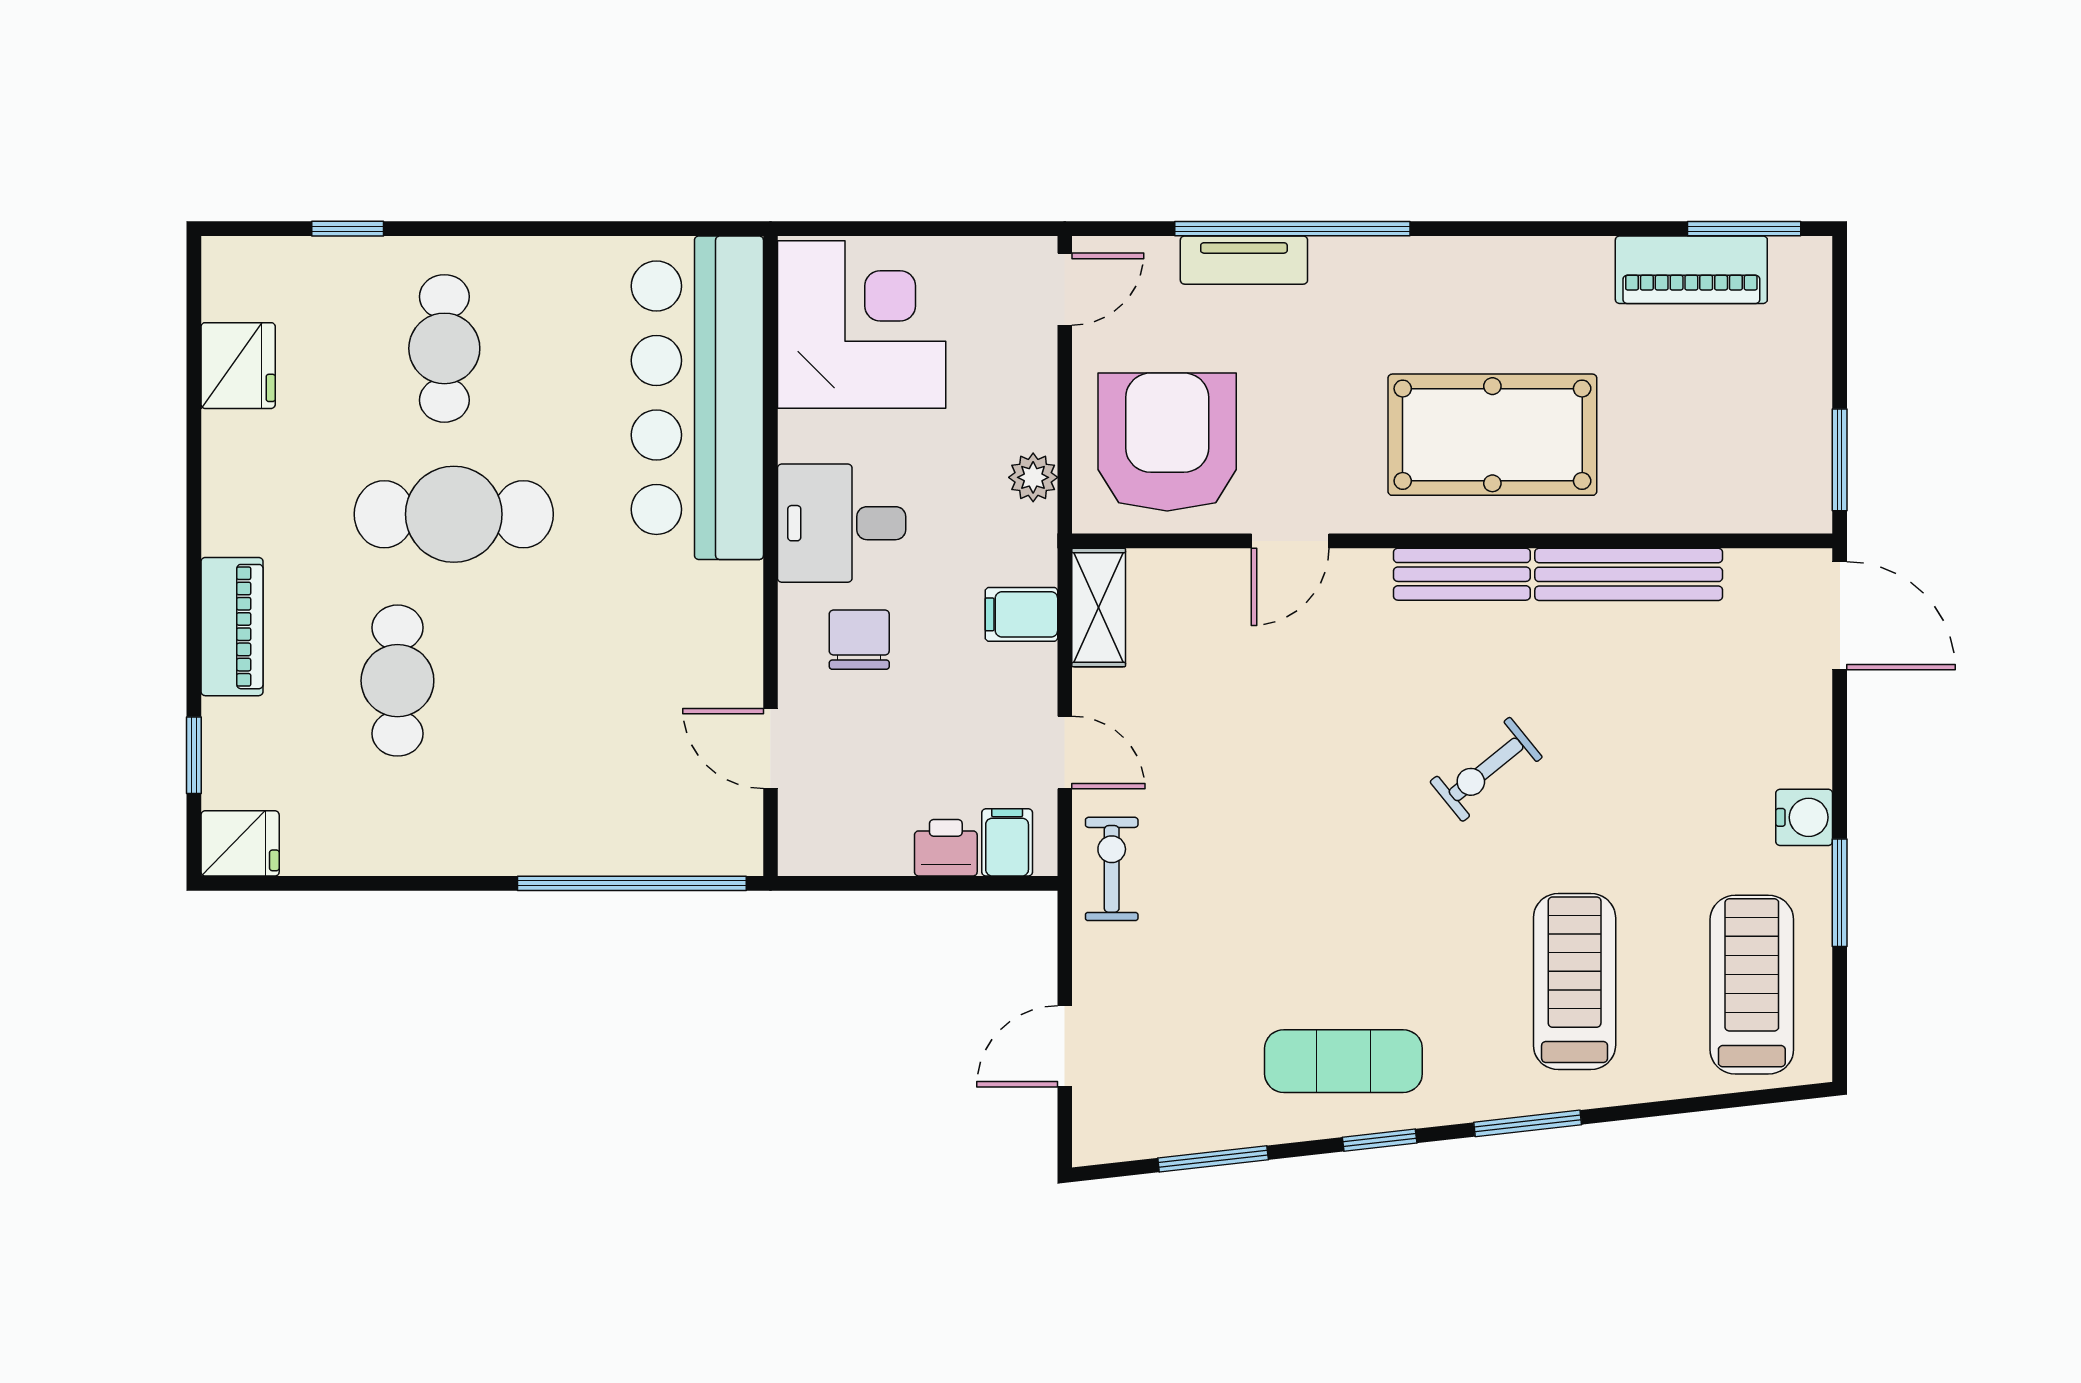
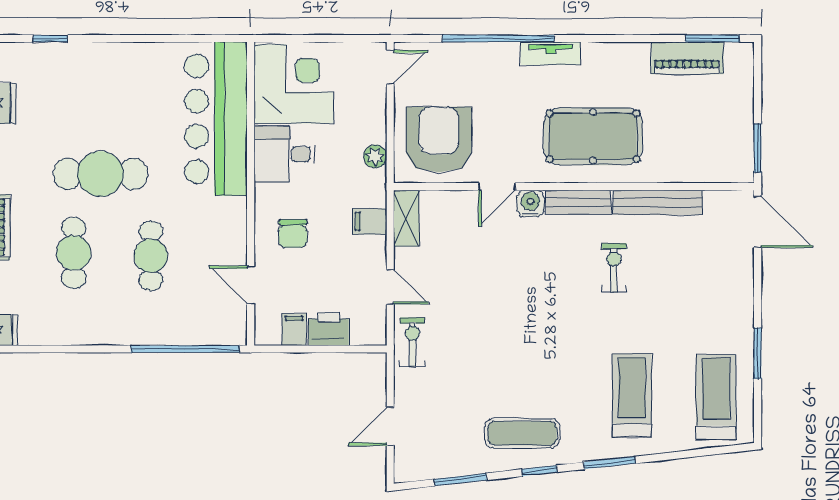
tv unit: (1244, 260) -> (551, 53), moved
cafe table: (444, 348) -> (151, 256), moved
desk: (842, 523) -> (284, 154), moved
chair: (859, 640) -> (293, 233), turned 180
exercise bike: (1486, 769) -> (614, 268), moved, turned 129
water cooler: (1804, 817) -> (530, 203), moved, turned -90
filing cabinet: (1007, 842) -> (294, 330), moved
printer: (946, 848) -> (328, 329), width x1.36, depth x1.24

